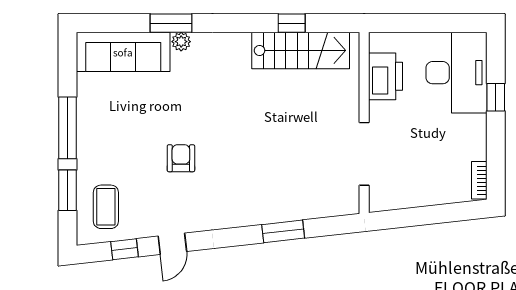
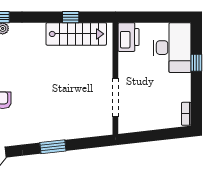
printer: (385, 76) -> (129, 37), moved
window: (283, 231) -> (53, 147), moved

